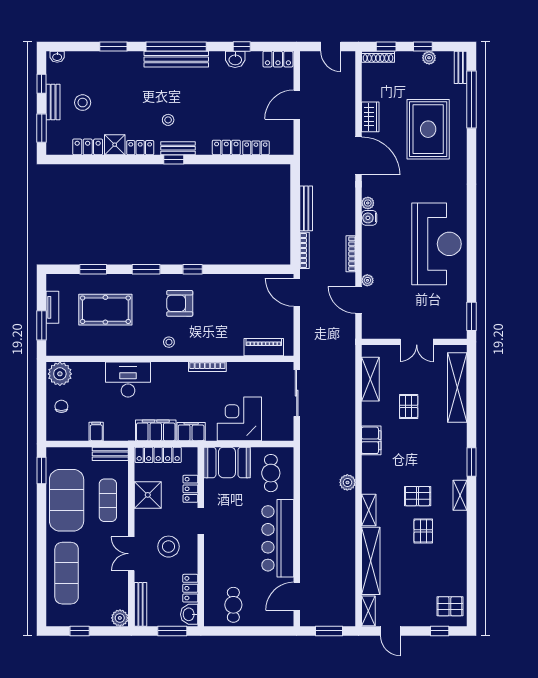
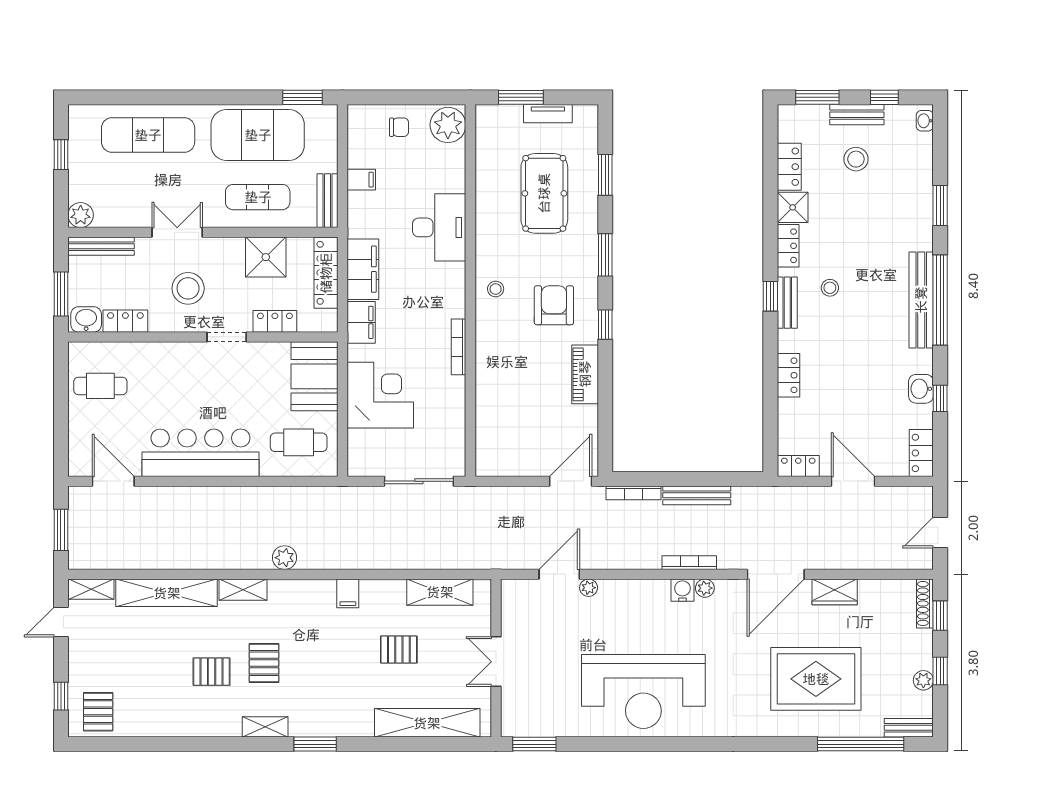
locker: (256, 148) -> (798, 466), moved, turned -90
bookcase: (351, 254) -> (689, 563), moved
piano: (264, 347) -> (585, 374), moved, turned 180
filing cabinet: (371, 440) -> (348, 593), width x0.50

